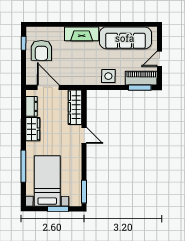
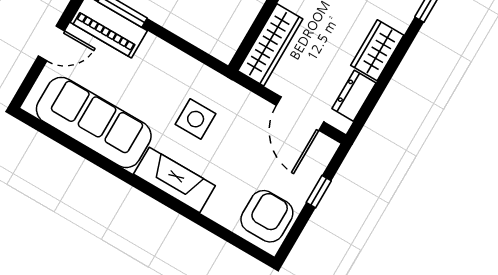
window: (24, 43) -> (319, 192), moved
armchair: (41, 50) -> (267, 216), moved
side table: (108, 76) -> (196, 119), moved

